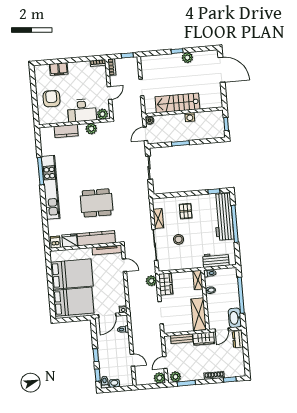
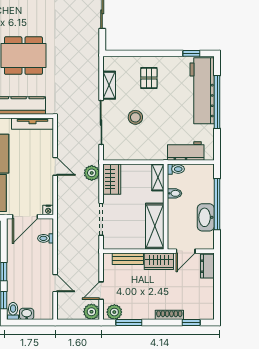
door: (124, 265) -> (55, 166), moved
washbasin: (235, 318) -> (206, 217), moved

